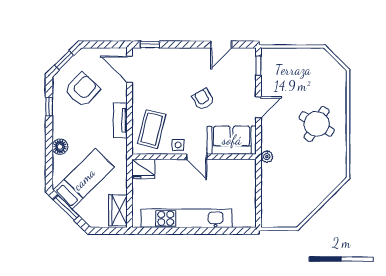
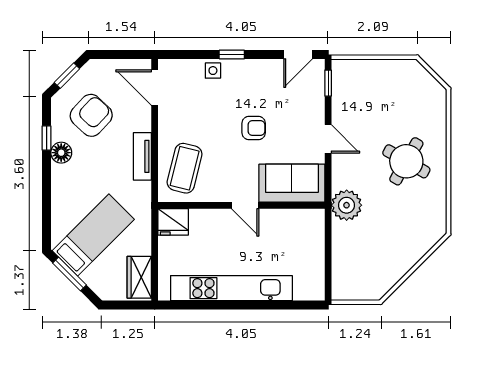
window: (150, 45) -> (232, 54), moved
door: (221, 45) -> (298, 54), moved
armchair: (203, 99) -> (254, 128), turned 120
door: (258, 107) -> (328, 139), hinge flipped
side table: (178, 145) -> (213, 71), moved
floor lamp: (60, 147) -> (61, 153), moved
plant: (267, 157) -> (347, 205), width x1.88, depth x1.88

